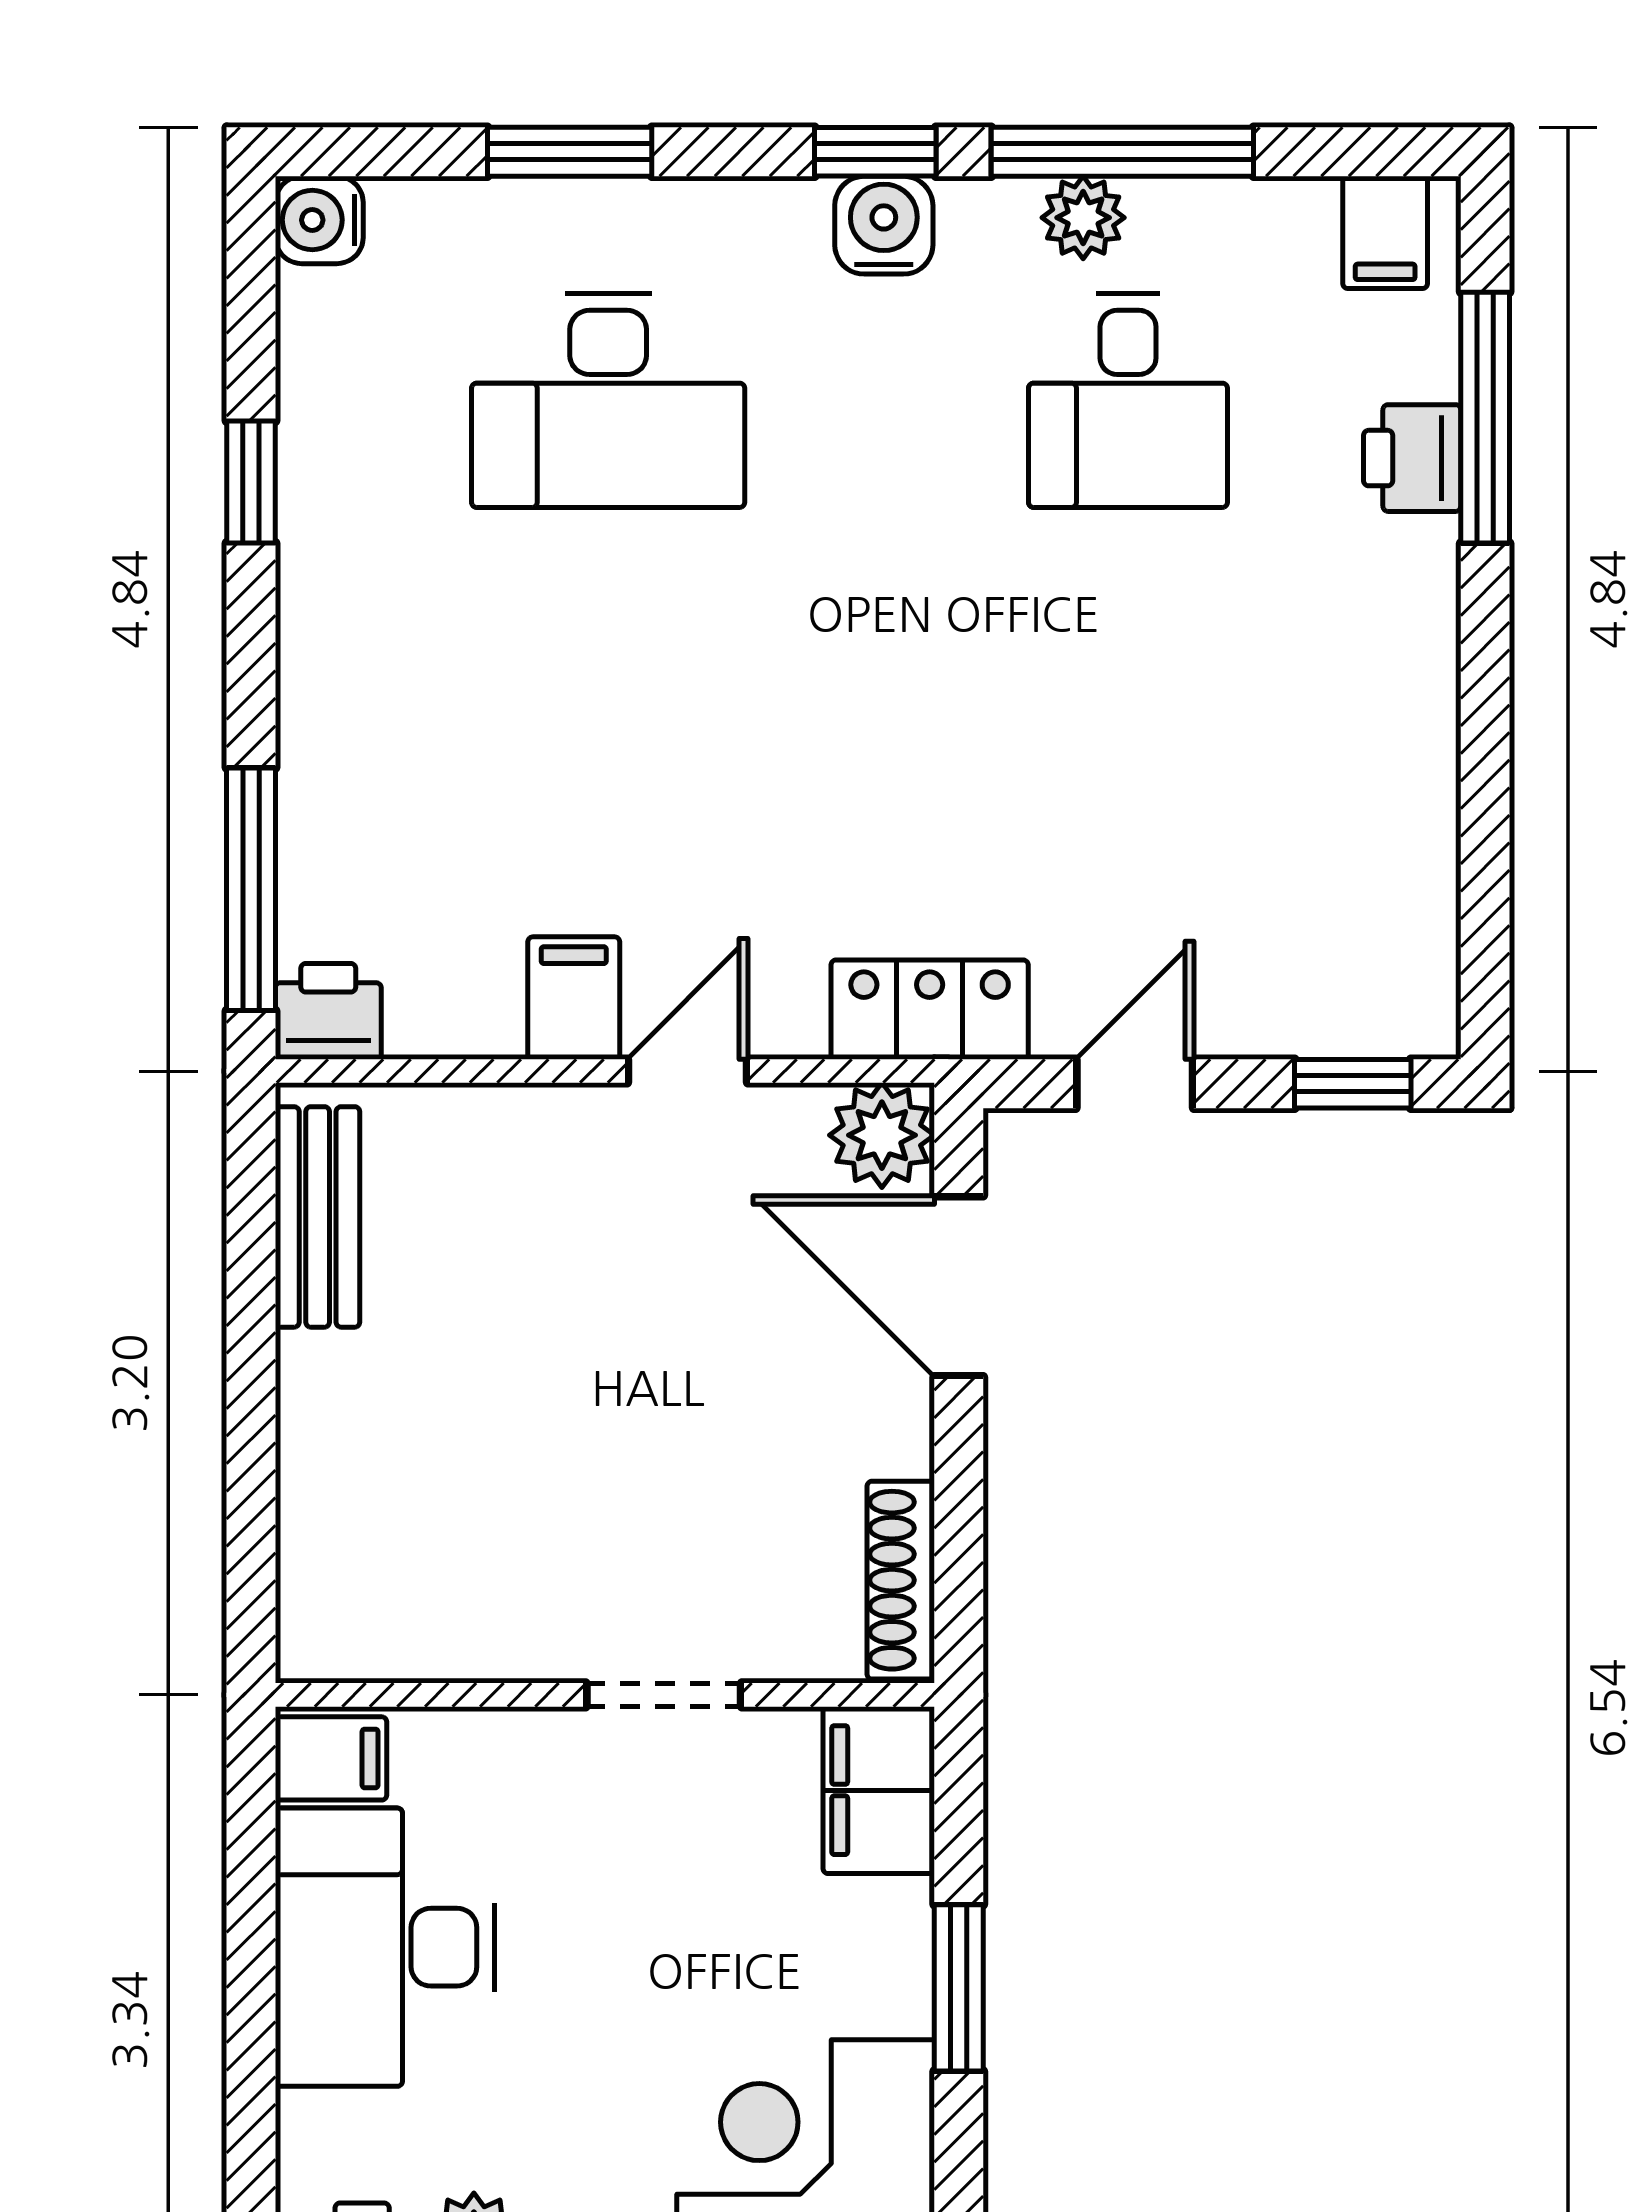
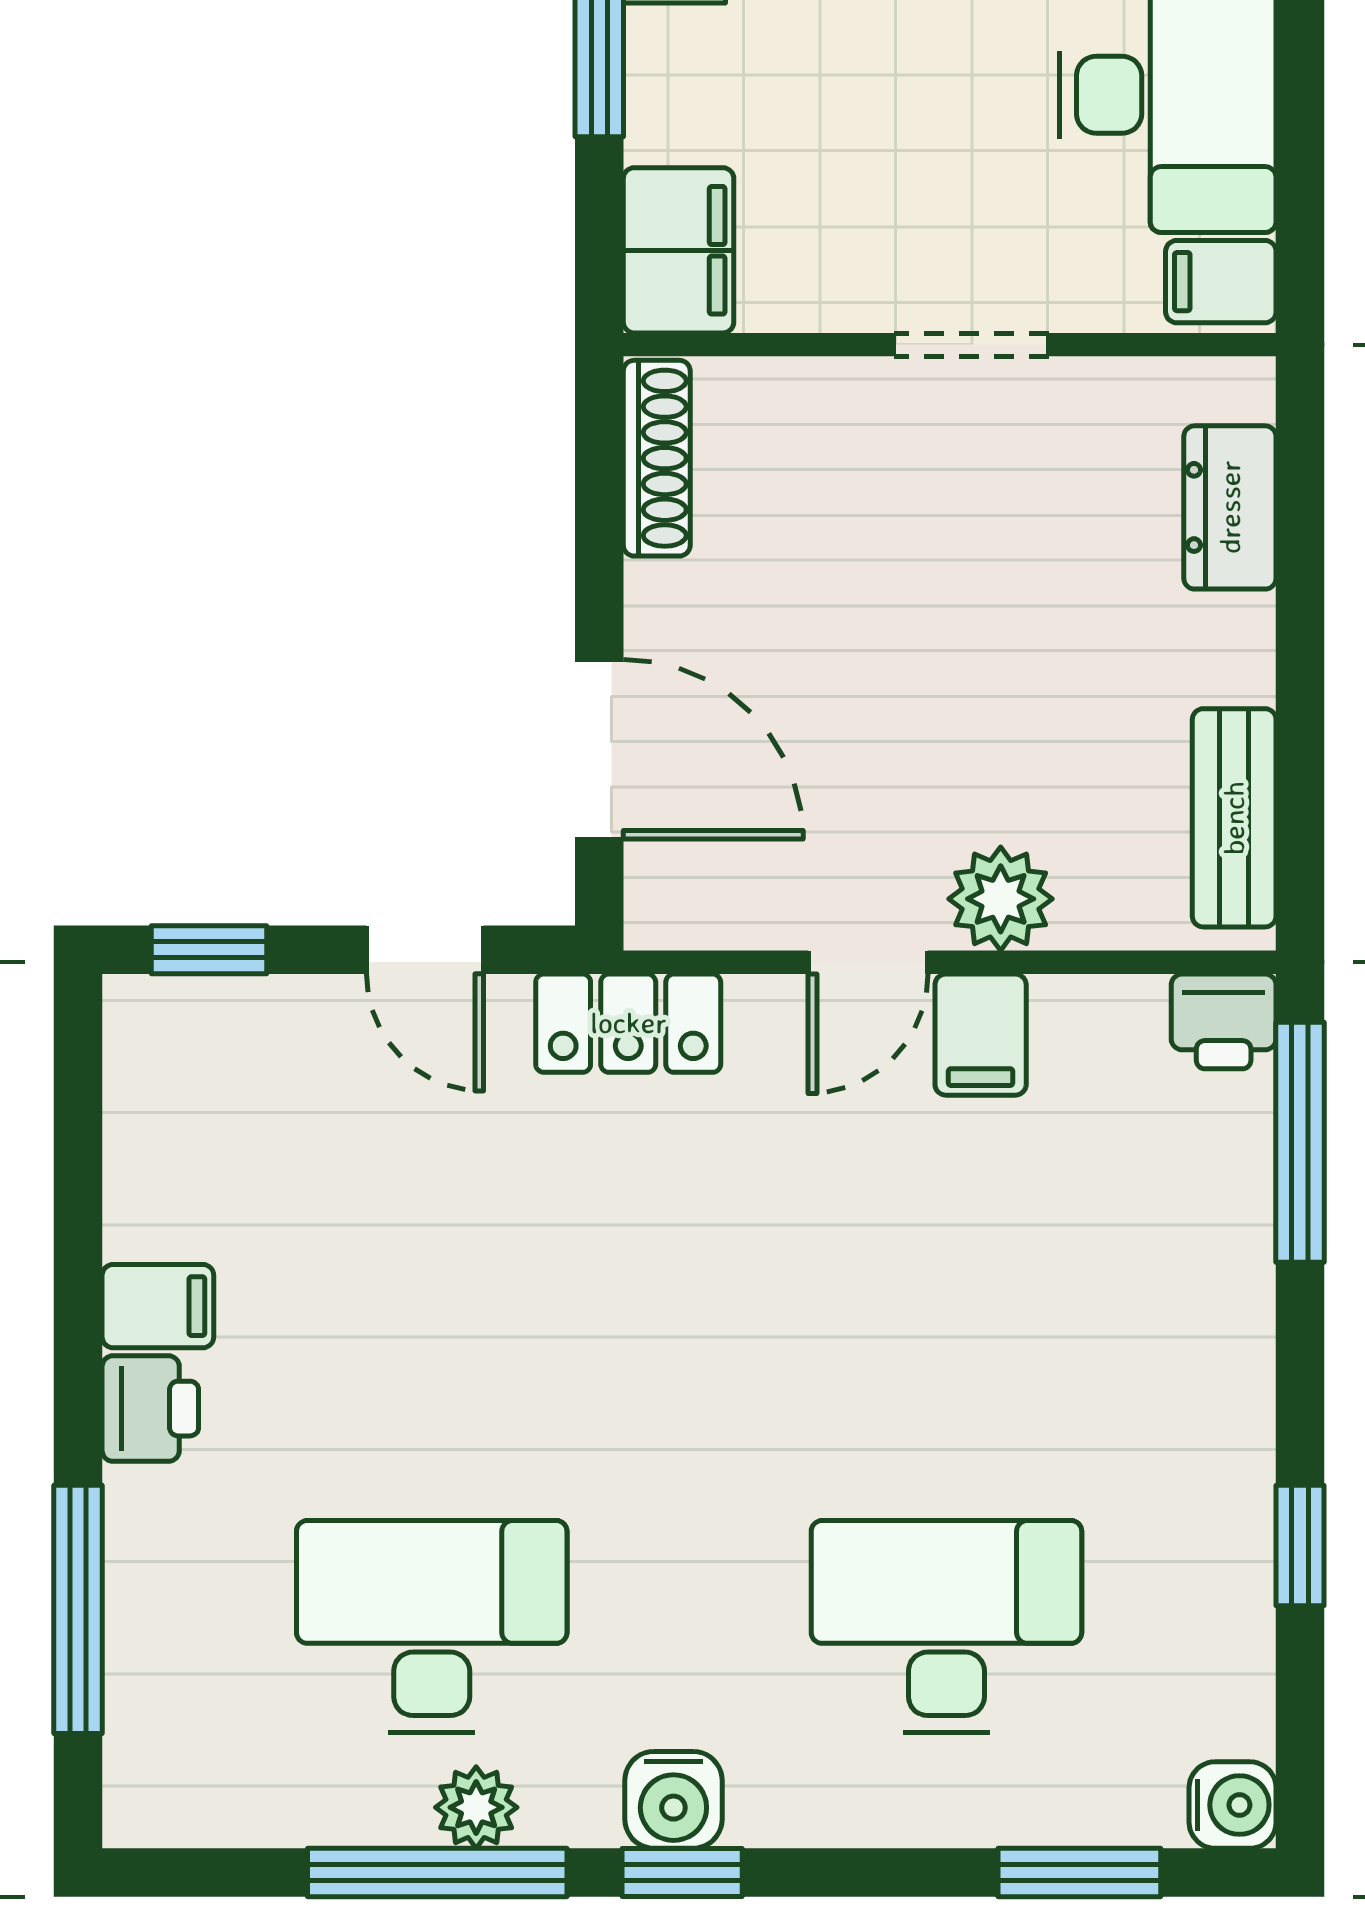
window: (570, 152) -> (1079, 1872), moved
filing cabinet: (1385, 232) -> (158, 1306), moved, turned 90
desk: (1128, 400) -> (432, 1626), width x1.37
printer: (1412, 458) -> (150, 1409), moved
door: (1135, 1084) -> (425, 950), hinge flipped
plant: (882, 1135) -> (1001, 899), moved
dresser: (322, 1530) -> (1230, 507), added
doorway: (664, 1695) -> (971, 345), moved

